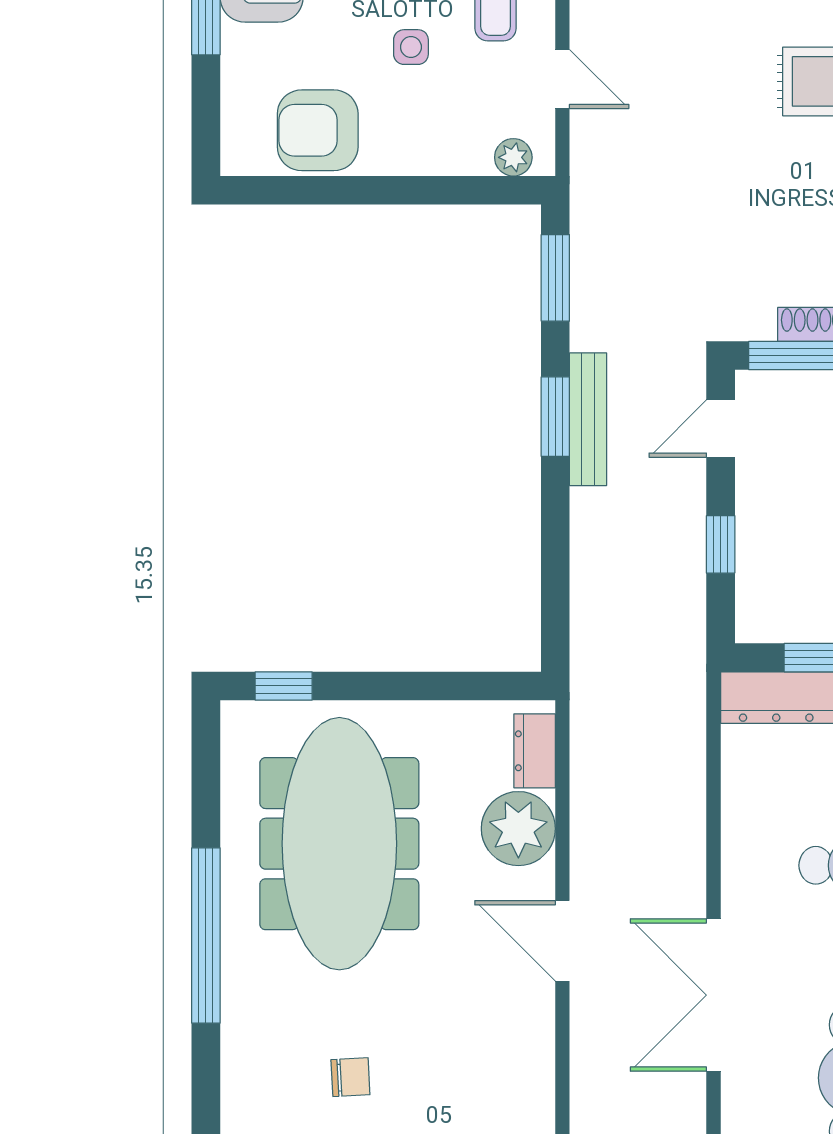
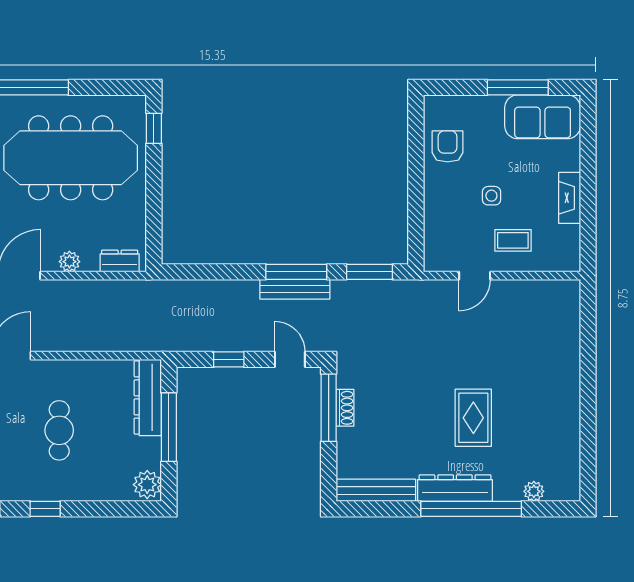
armchair: (318, 130) -> (448, 146), width x0.72, depth x0.72
plant: (513, 157) -> (433, 250), removed
window: (555, 417) -> (296, 272), width x1.44
plant: (518, 829) -> (69, 262), width x0.53, depth x0.53

